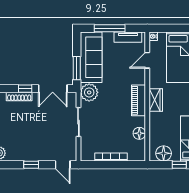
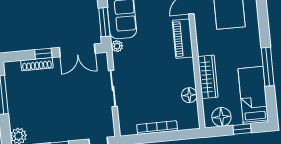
plant: (89, 92) -> (117, 46), width x0.53, depth x0.53
piano: (139, 100) -> (183, 39), moved
wardrobe: (156, 100) -> (208, 77), moved, width x1.50

